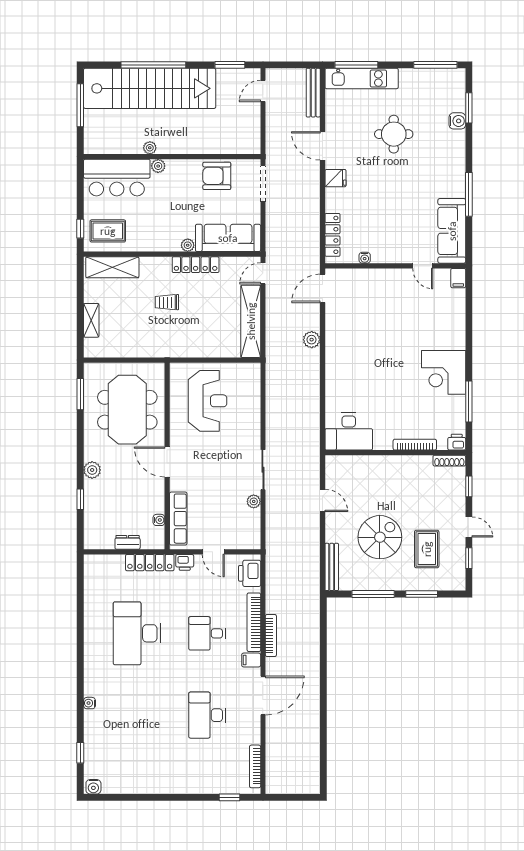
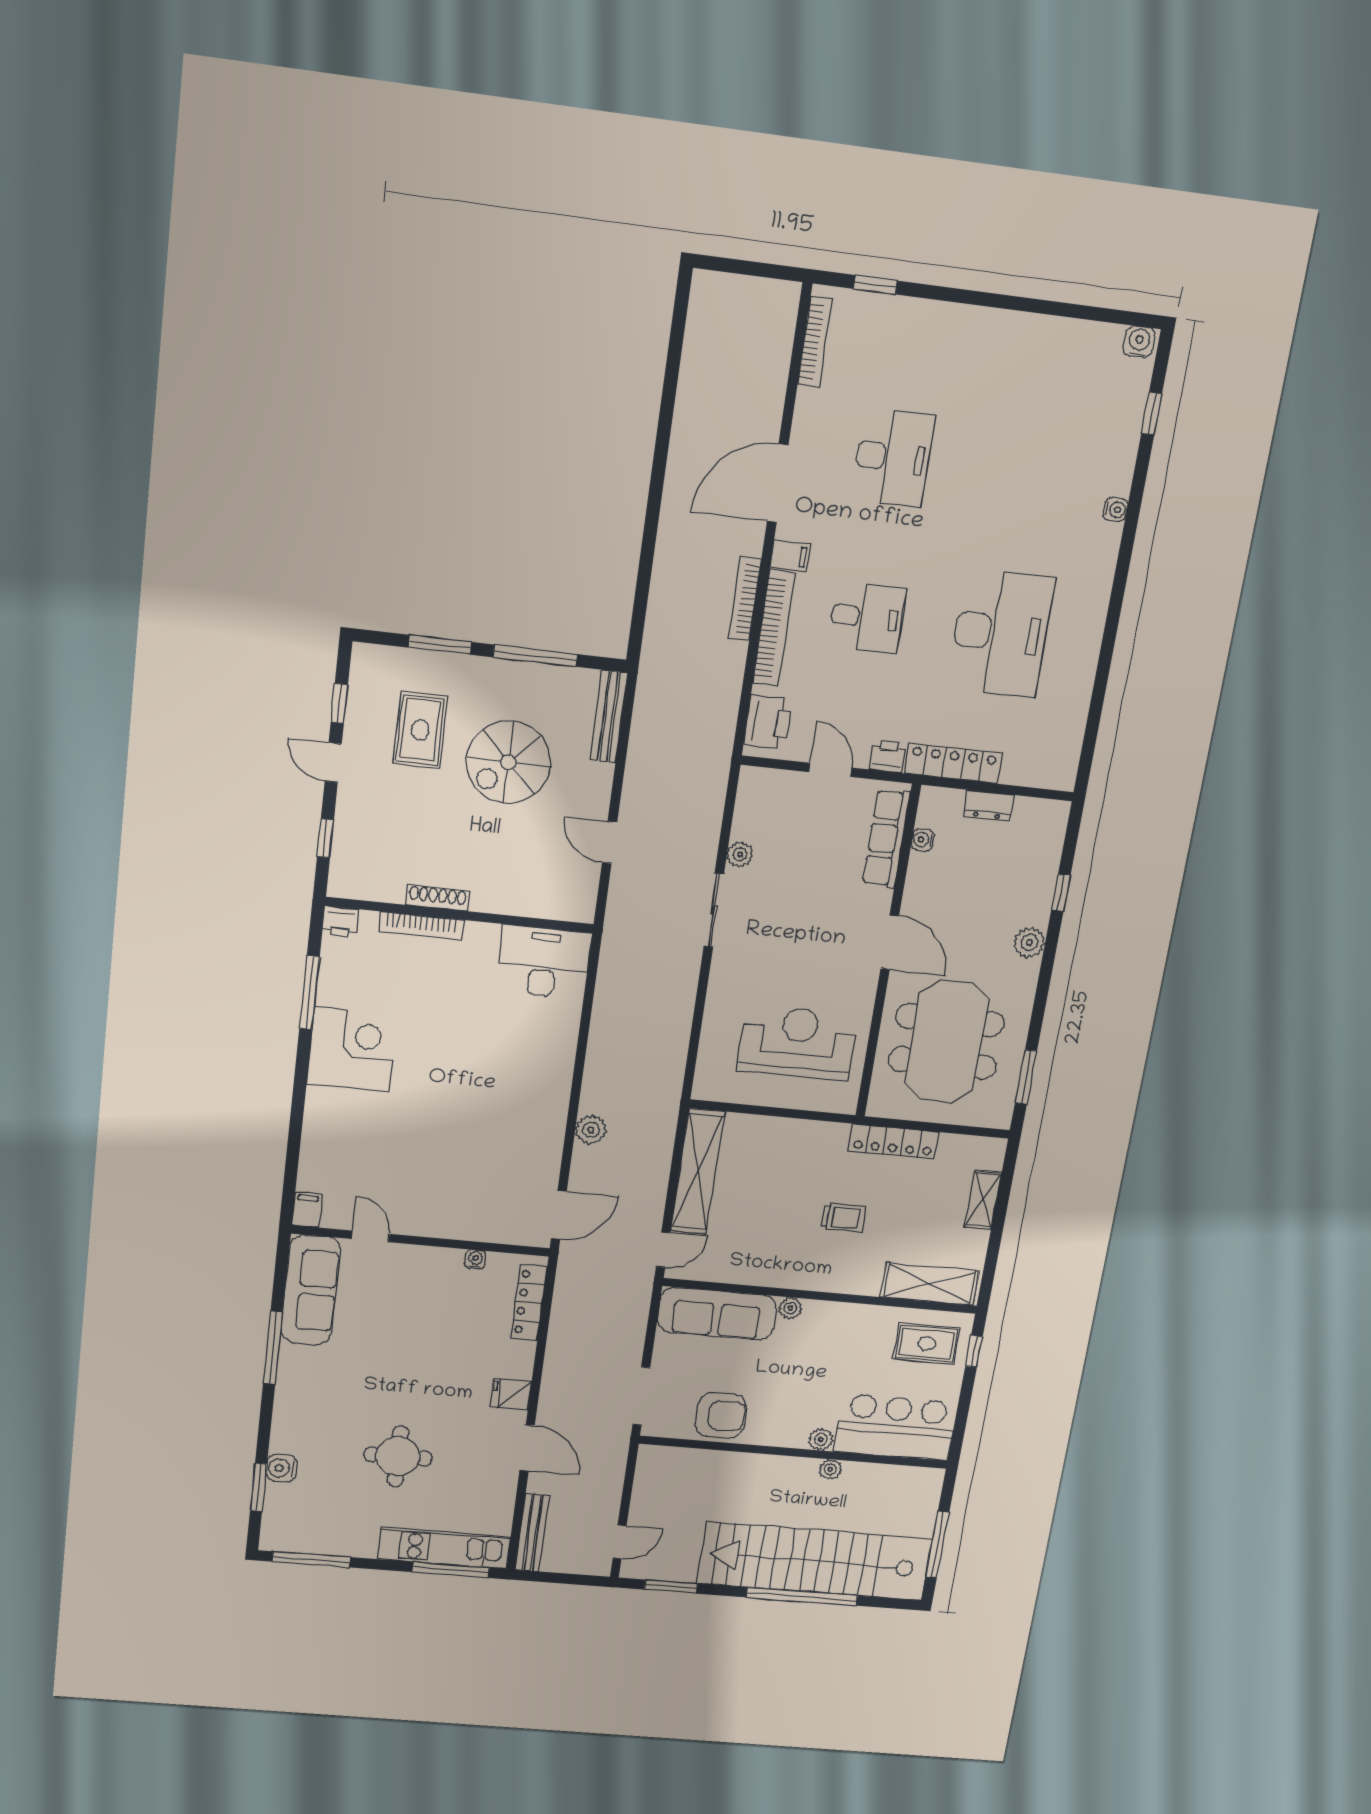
locker: (196, 265) -> (894, 1141), moved, turned 180
reception desk: (207, 401) -> (798, 1042), turned 90
shoe rack: (449, 461) -> (438, 898), moved

